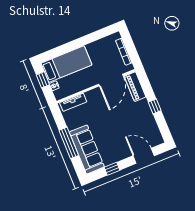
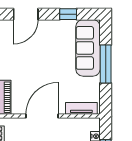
door: (111, 80) -> (42, 116), moved
door: (144, 156) -> (26, 14), hinge flipped

